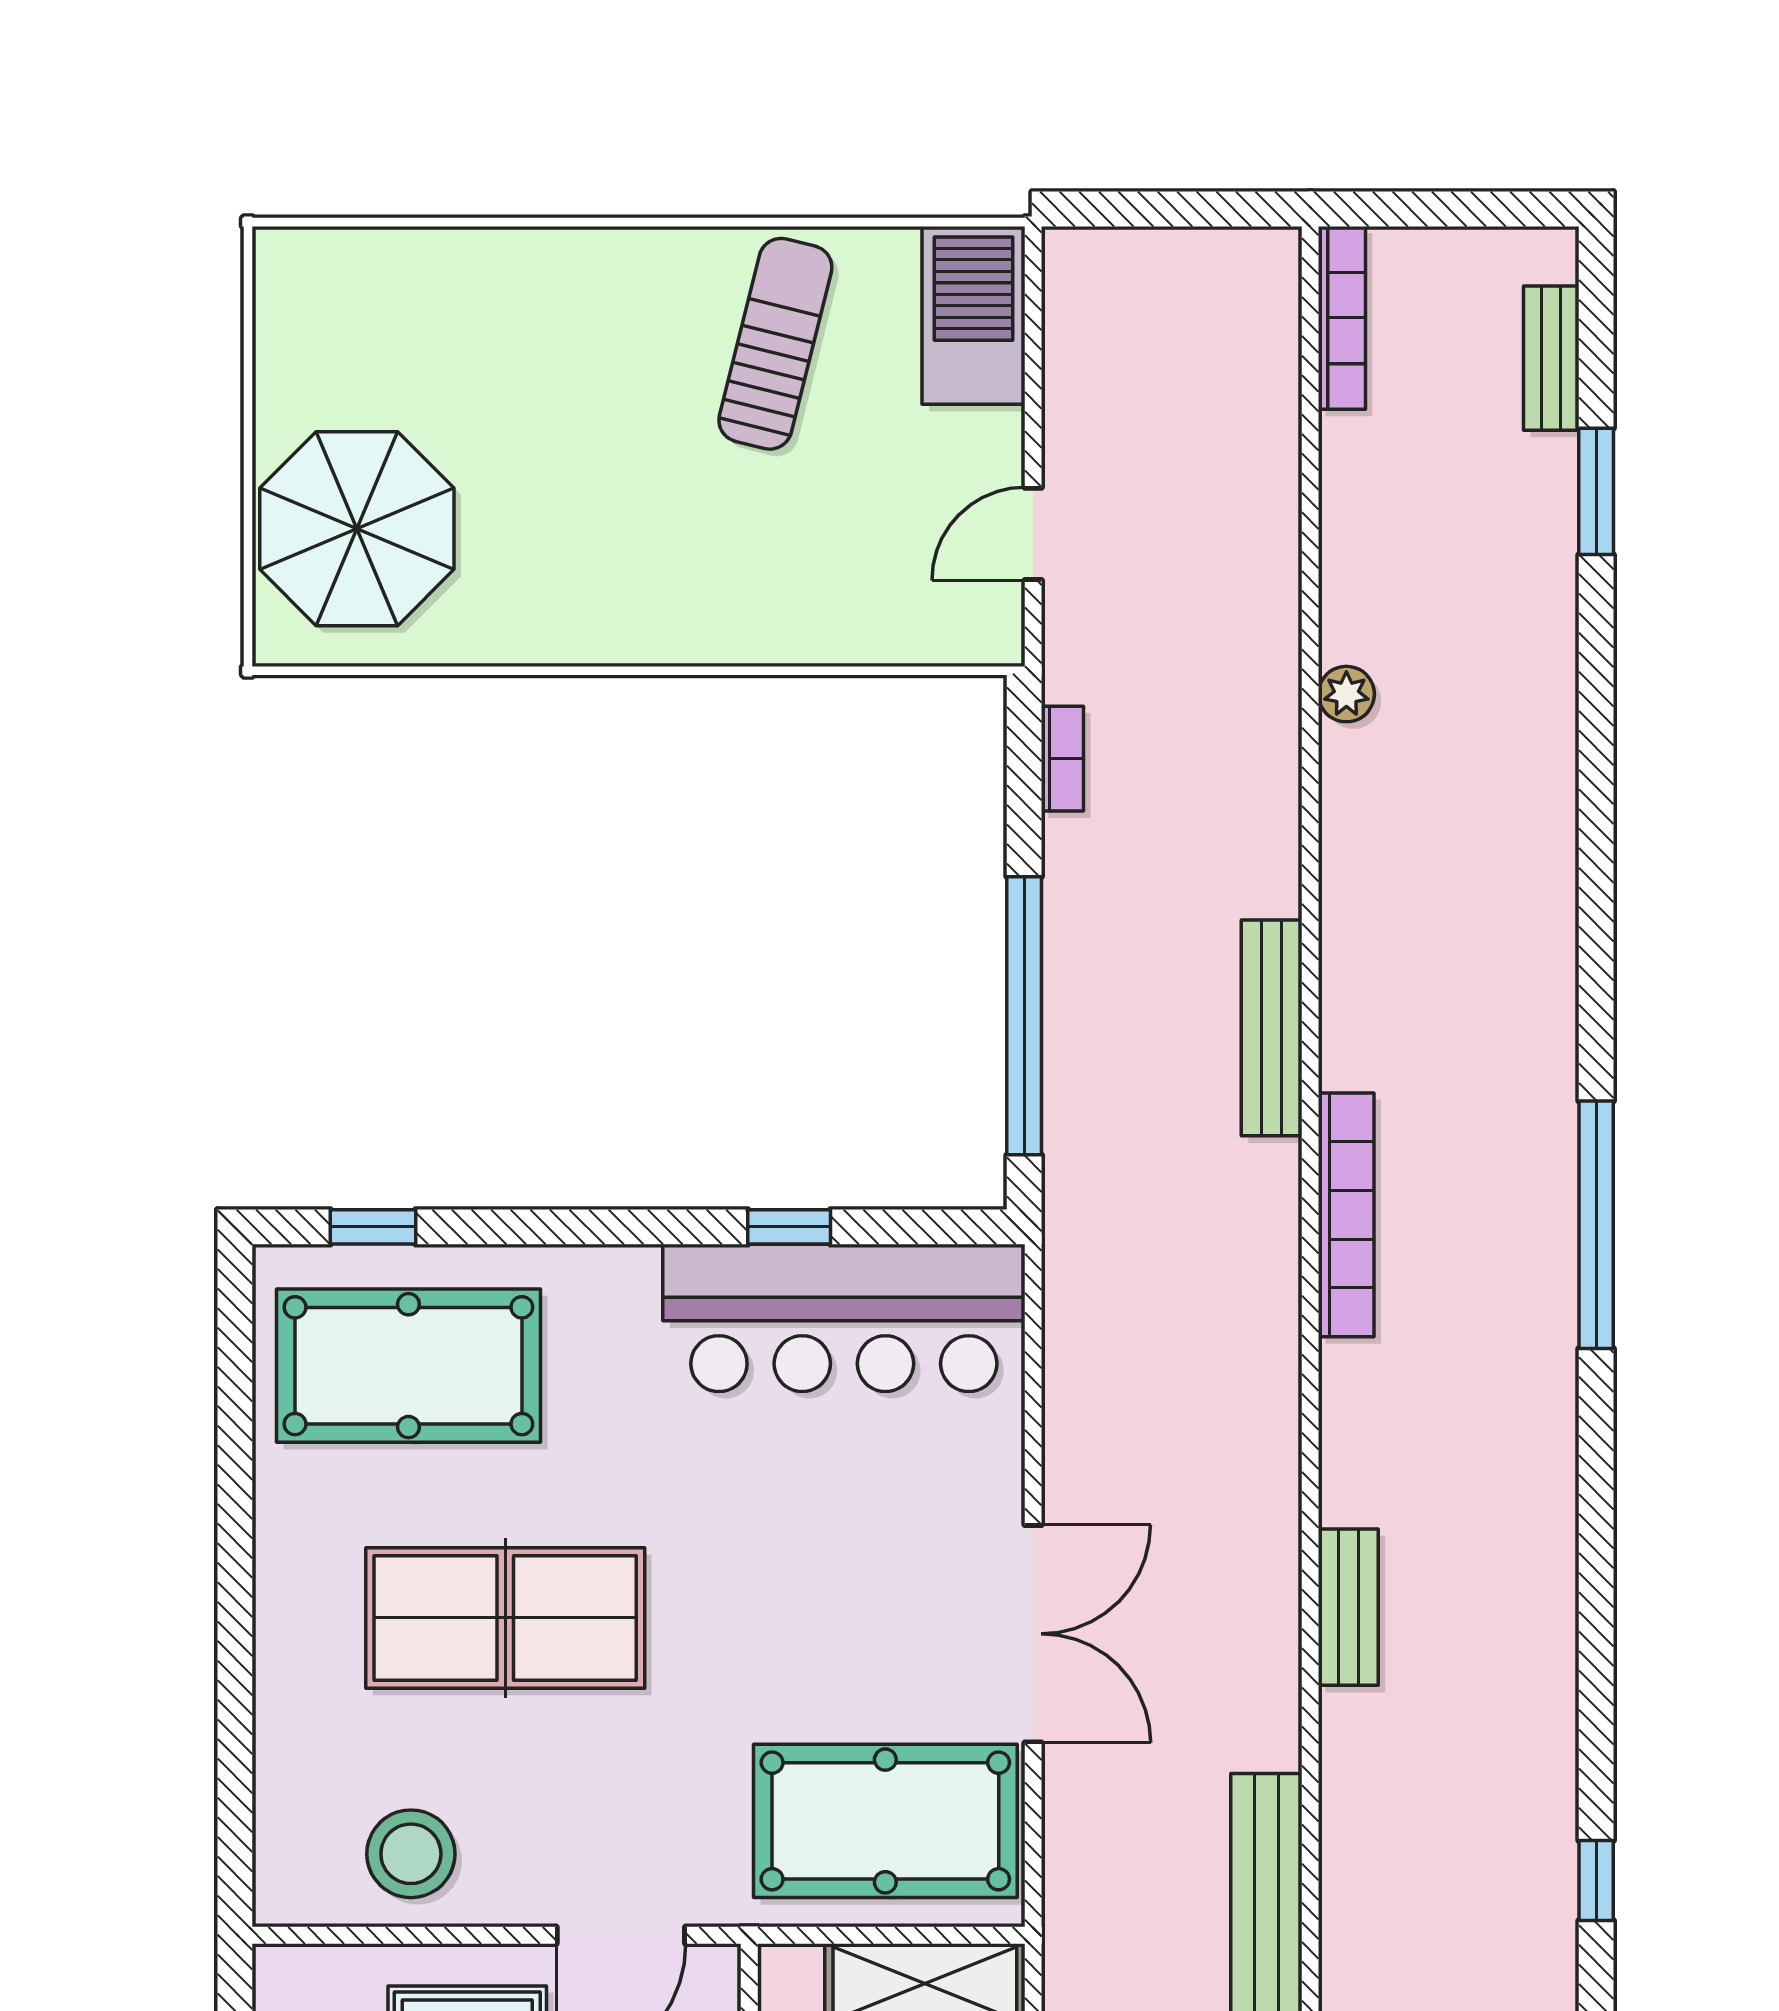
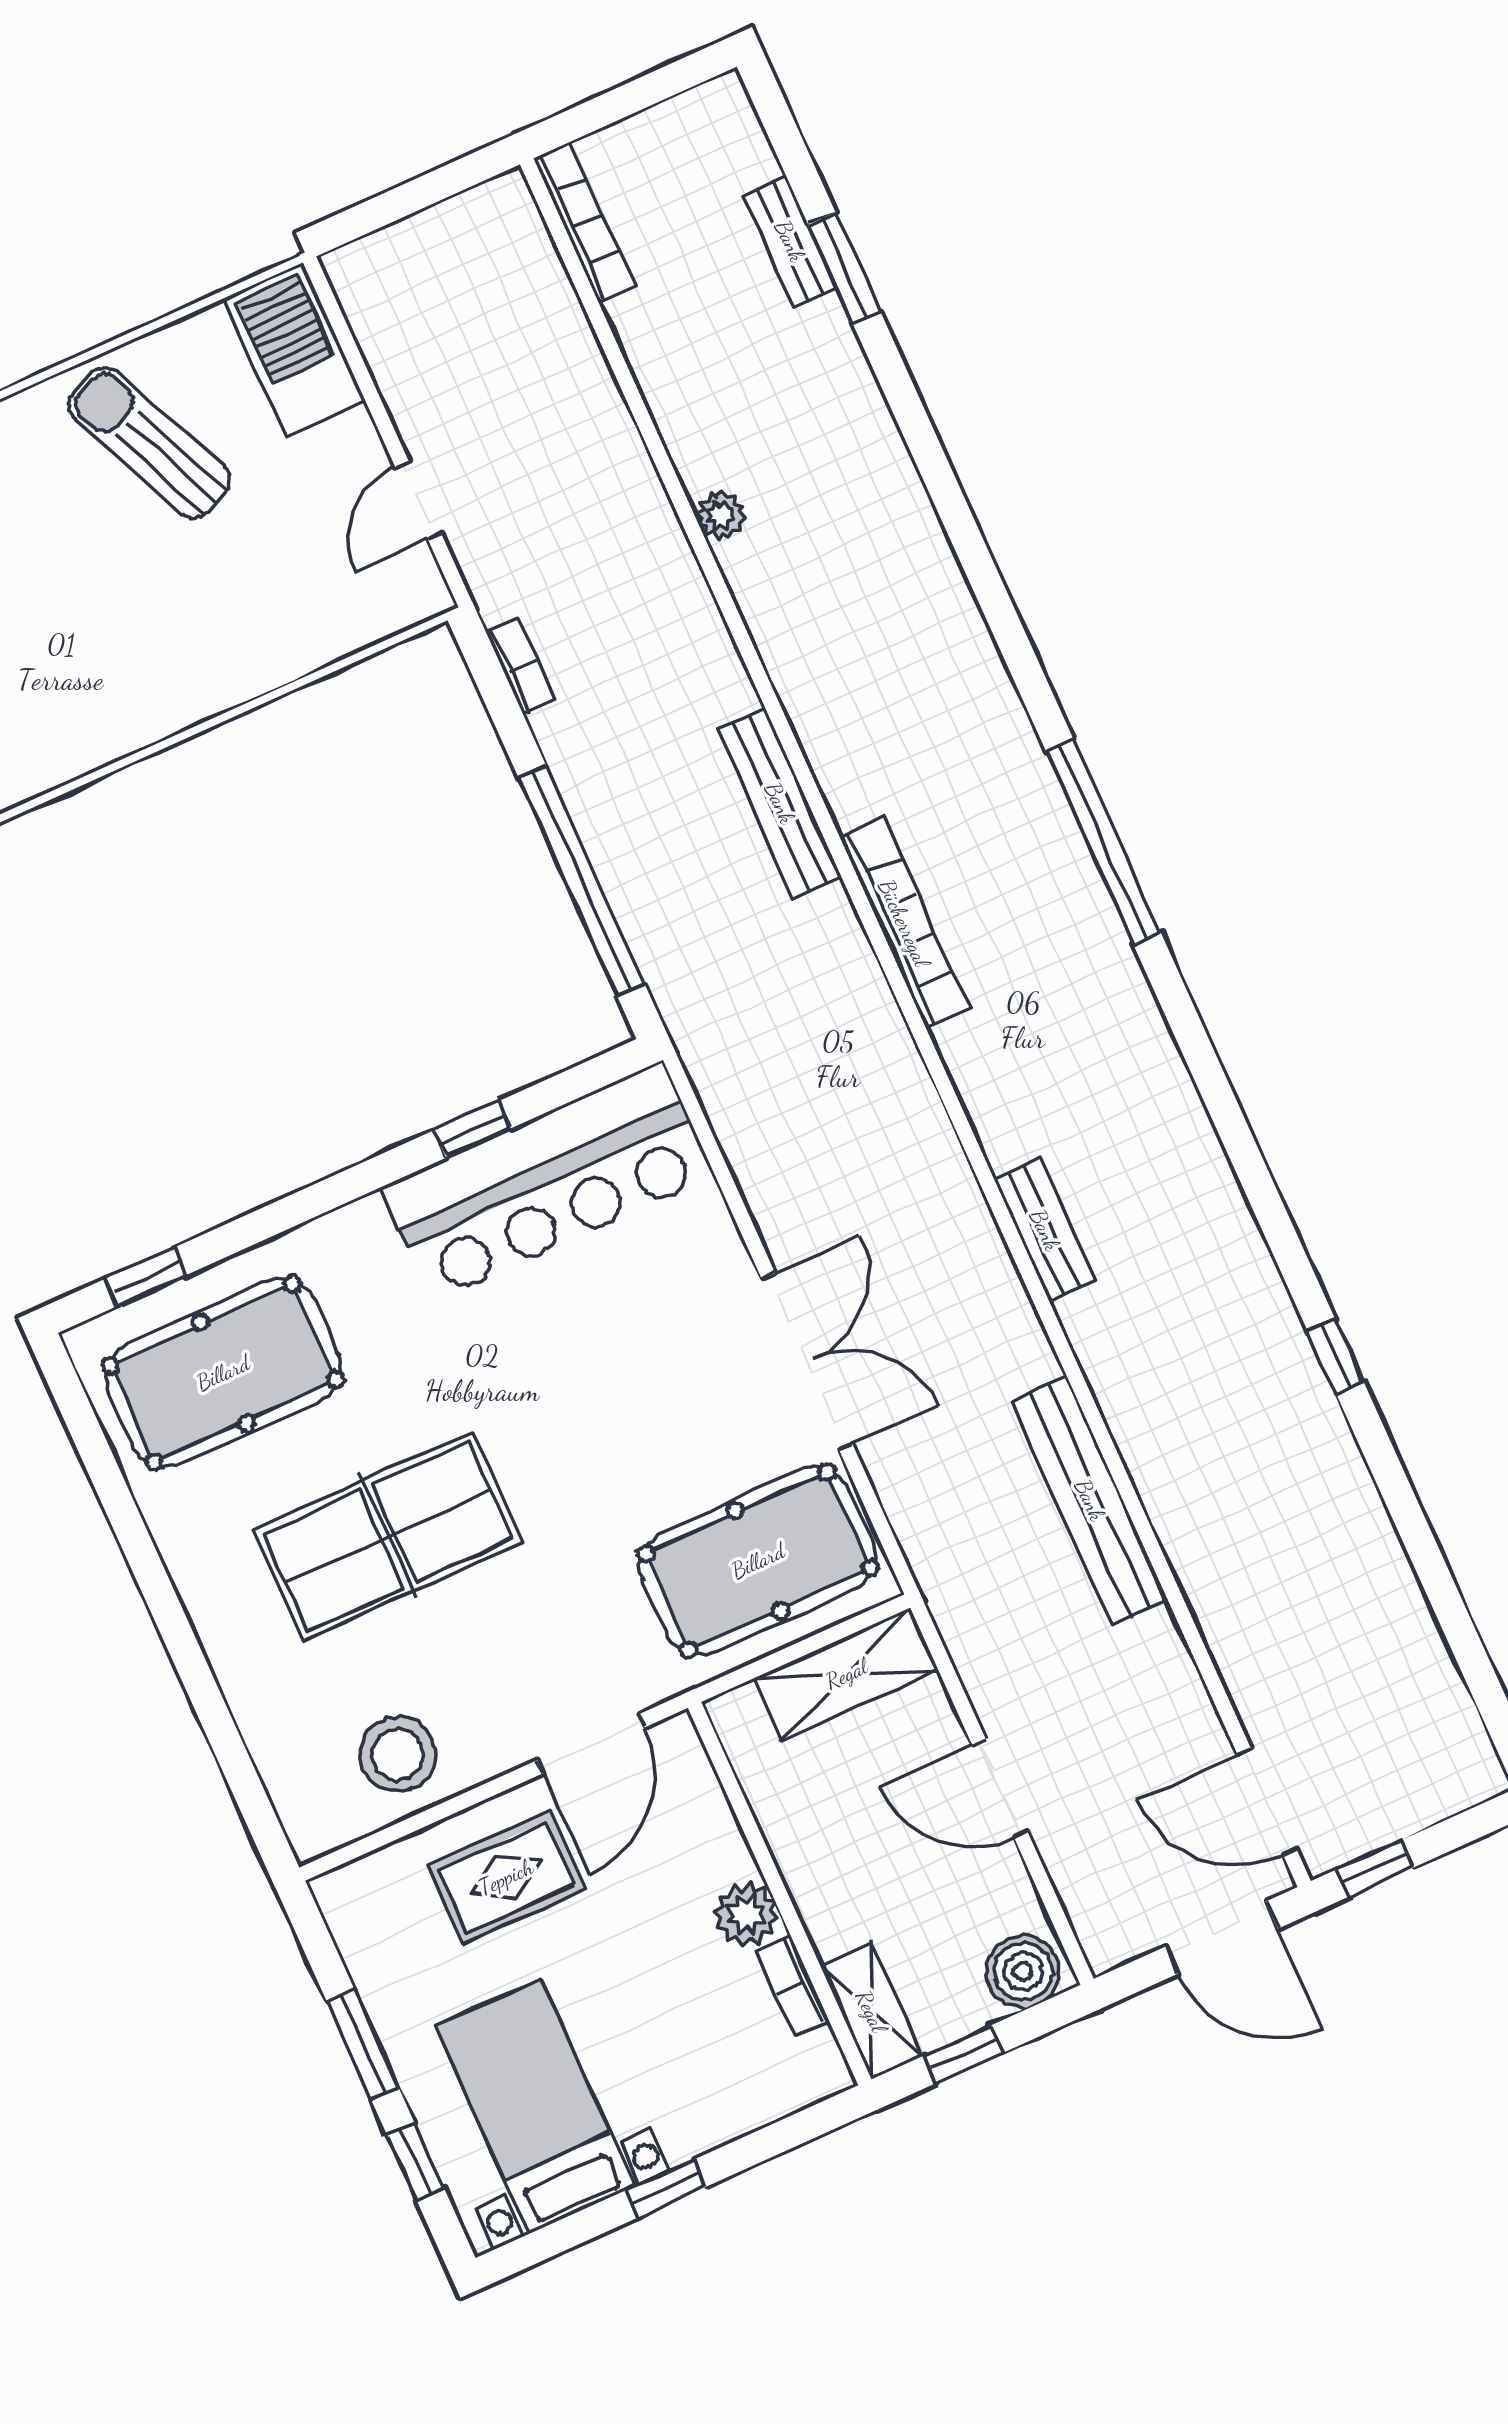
sun lounger: (775, 344) -> (149, 443), turned -38
bench: (1551, 358) -> (790, 241), moved

